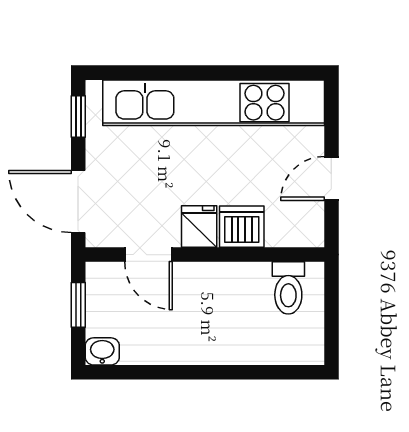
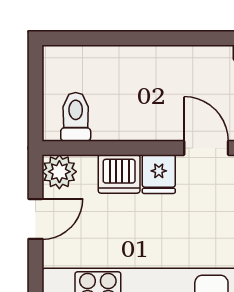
plant: (306, 229) -> (59, 172), added

